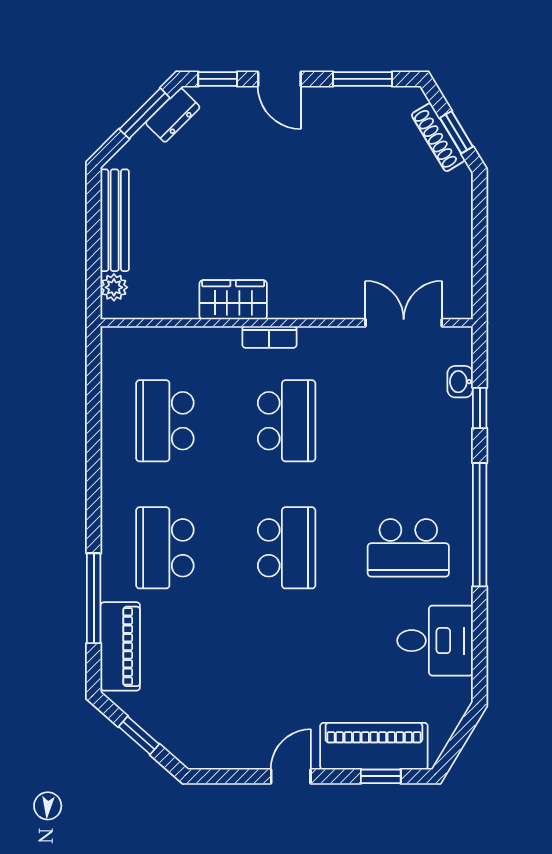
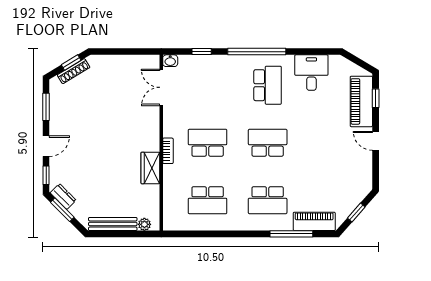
washbasin: (460, 382) -> (170, 61), moved

